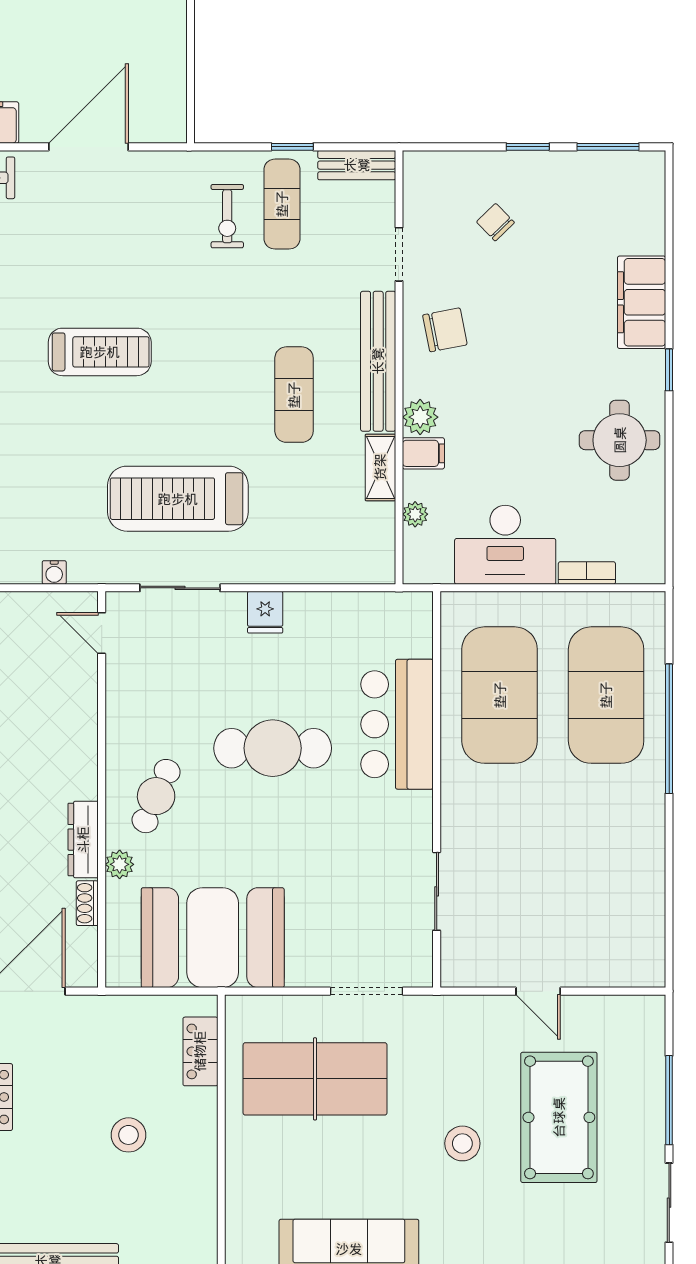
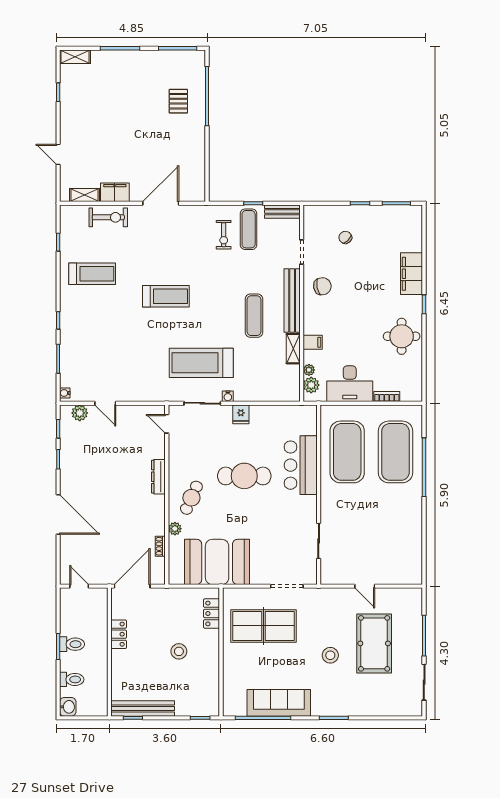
plant: (420, 417) -> (311, 385), moved
water cooler: (54, 572) -> (228, 396), moved
dresser: (83, 840) -> (158, 477), moved

